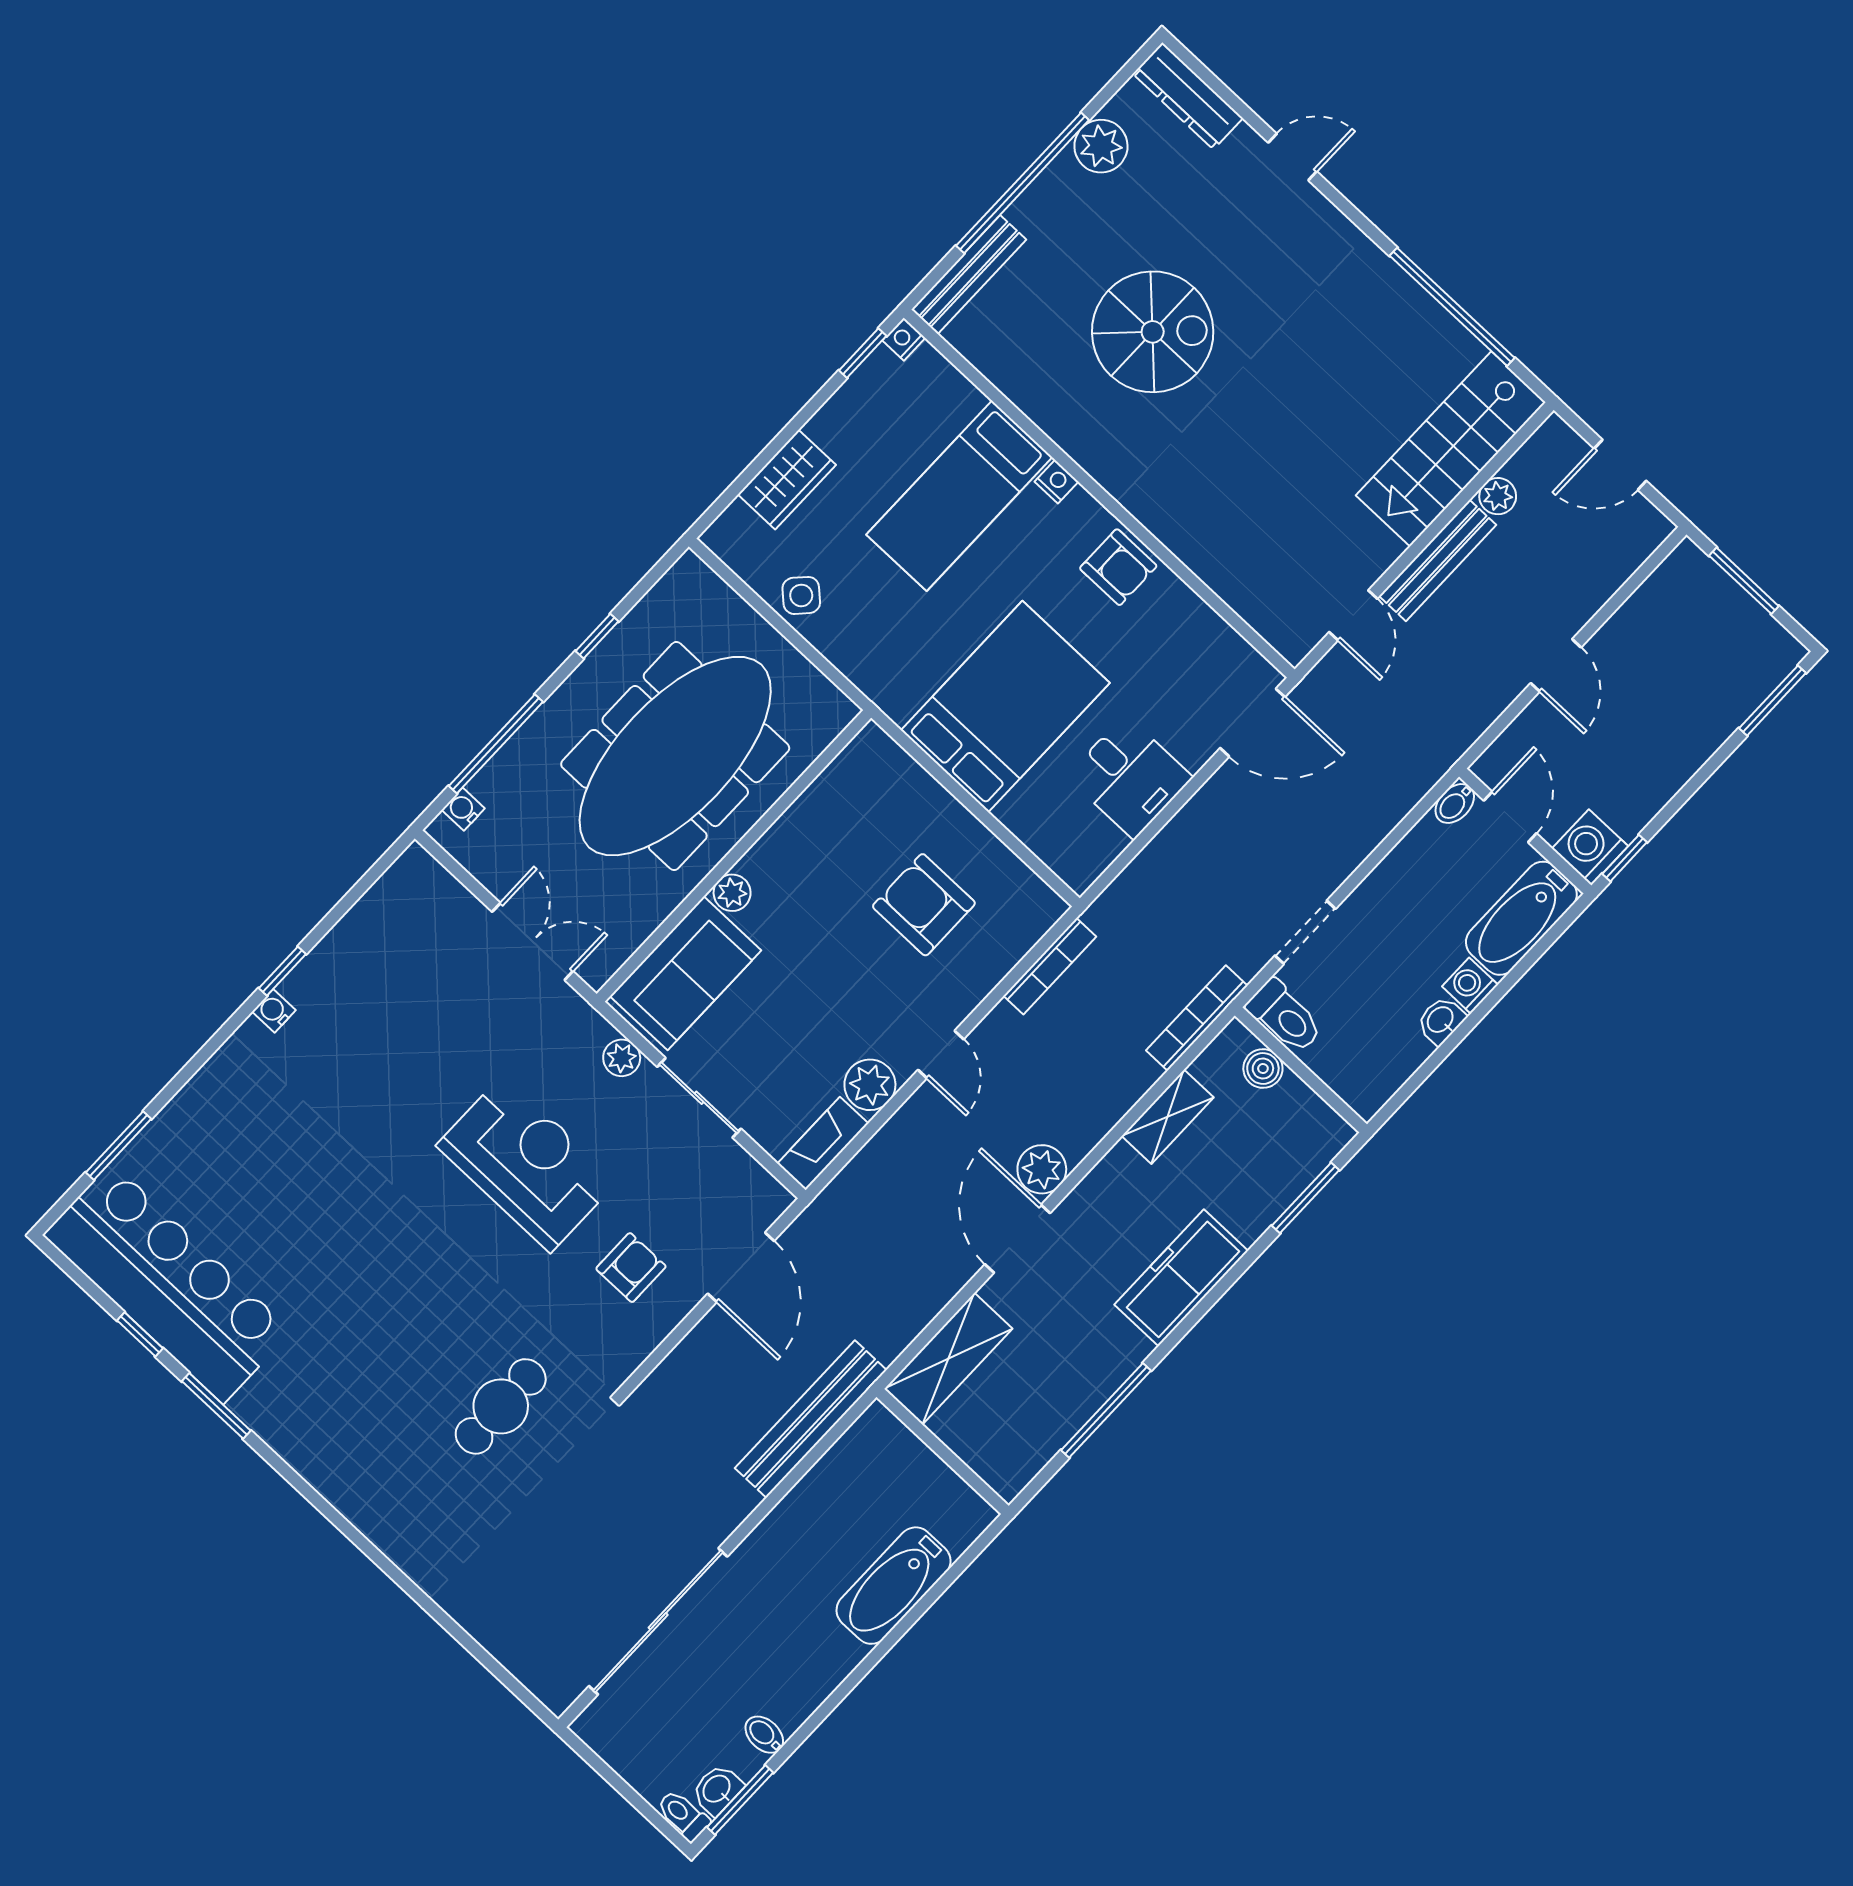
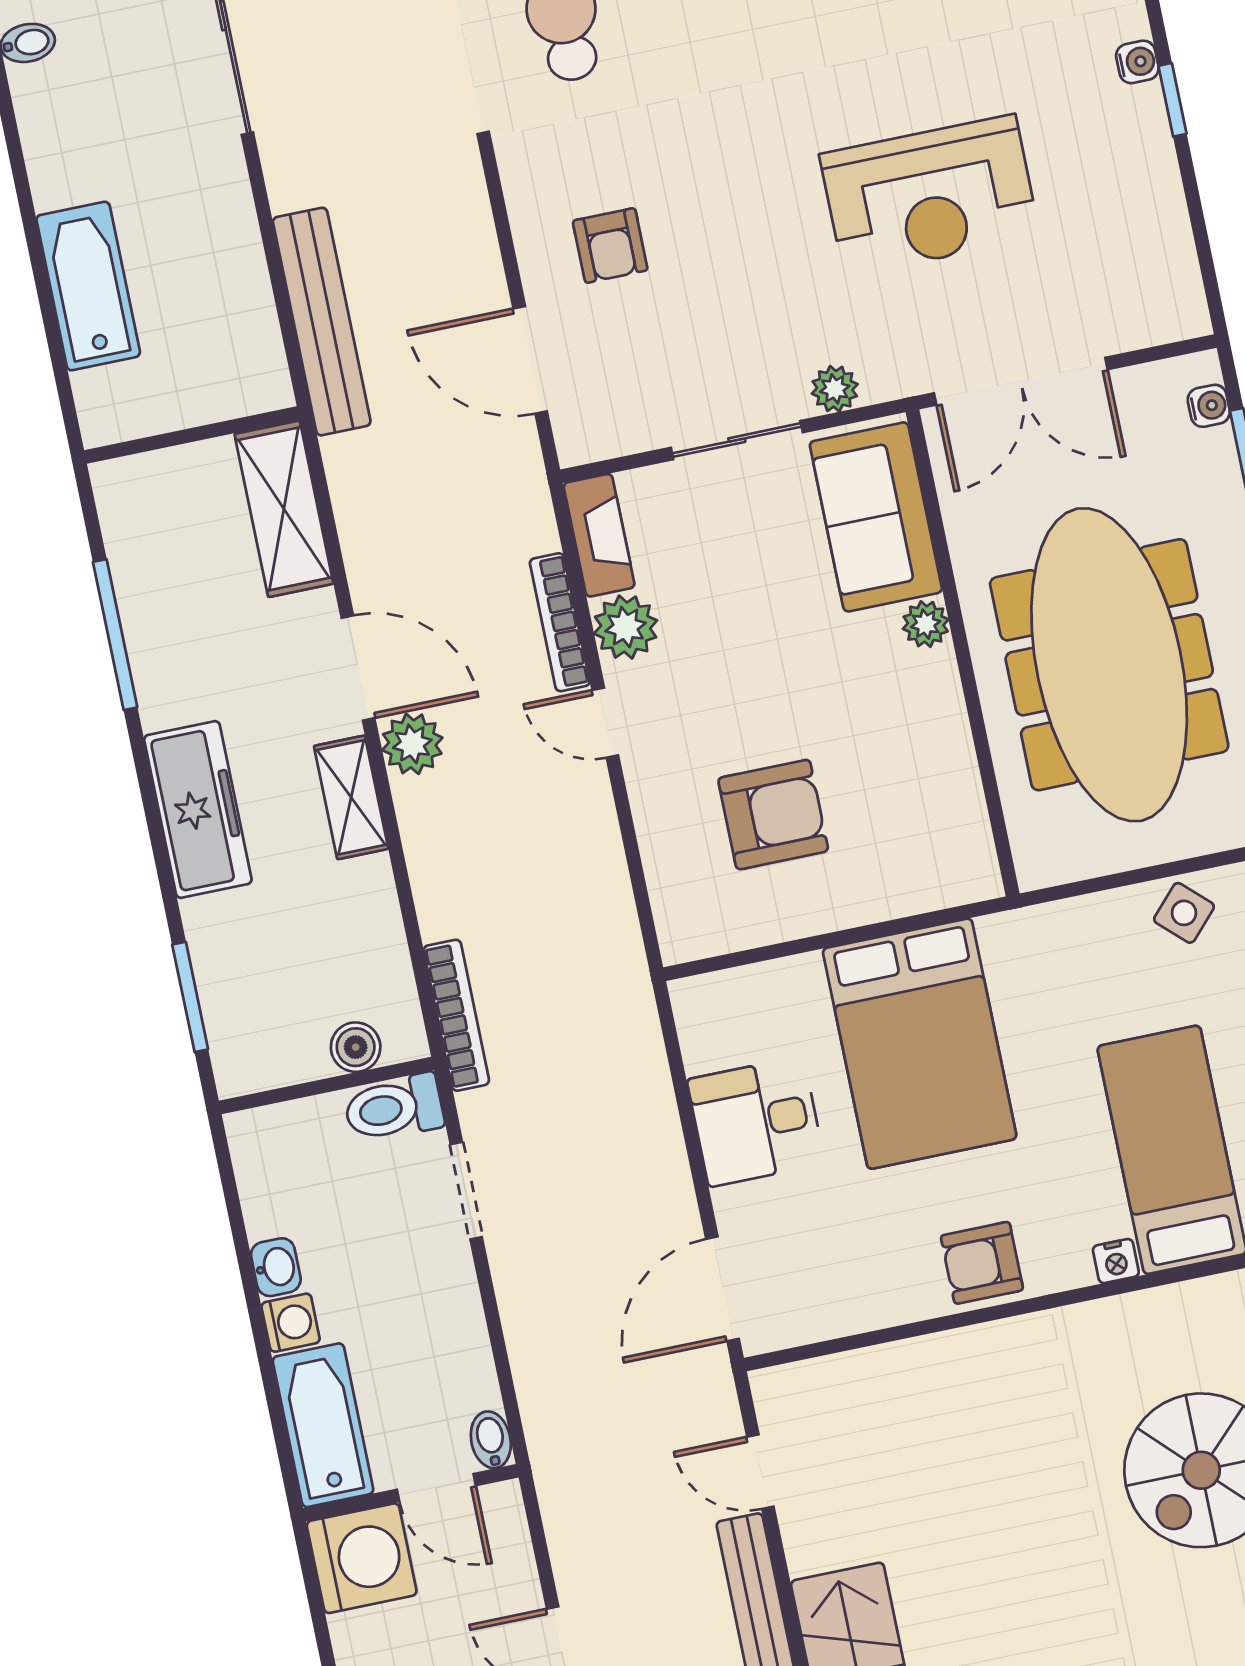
washing machine: (1590, 847) -> (362, 1558), width x1.37, depth x1.37
window: (1625, 858) -> (310, 1576), removed
double door: (532, 941) -> (1021, 381), width x1.37
bookcase: (1050, 966) -> (560, 622), moved
shelving: (1168, 1117) -> (351, 797), moved
reception desk: (527, 1163) -> (930, 196), moved

